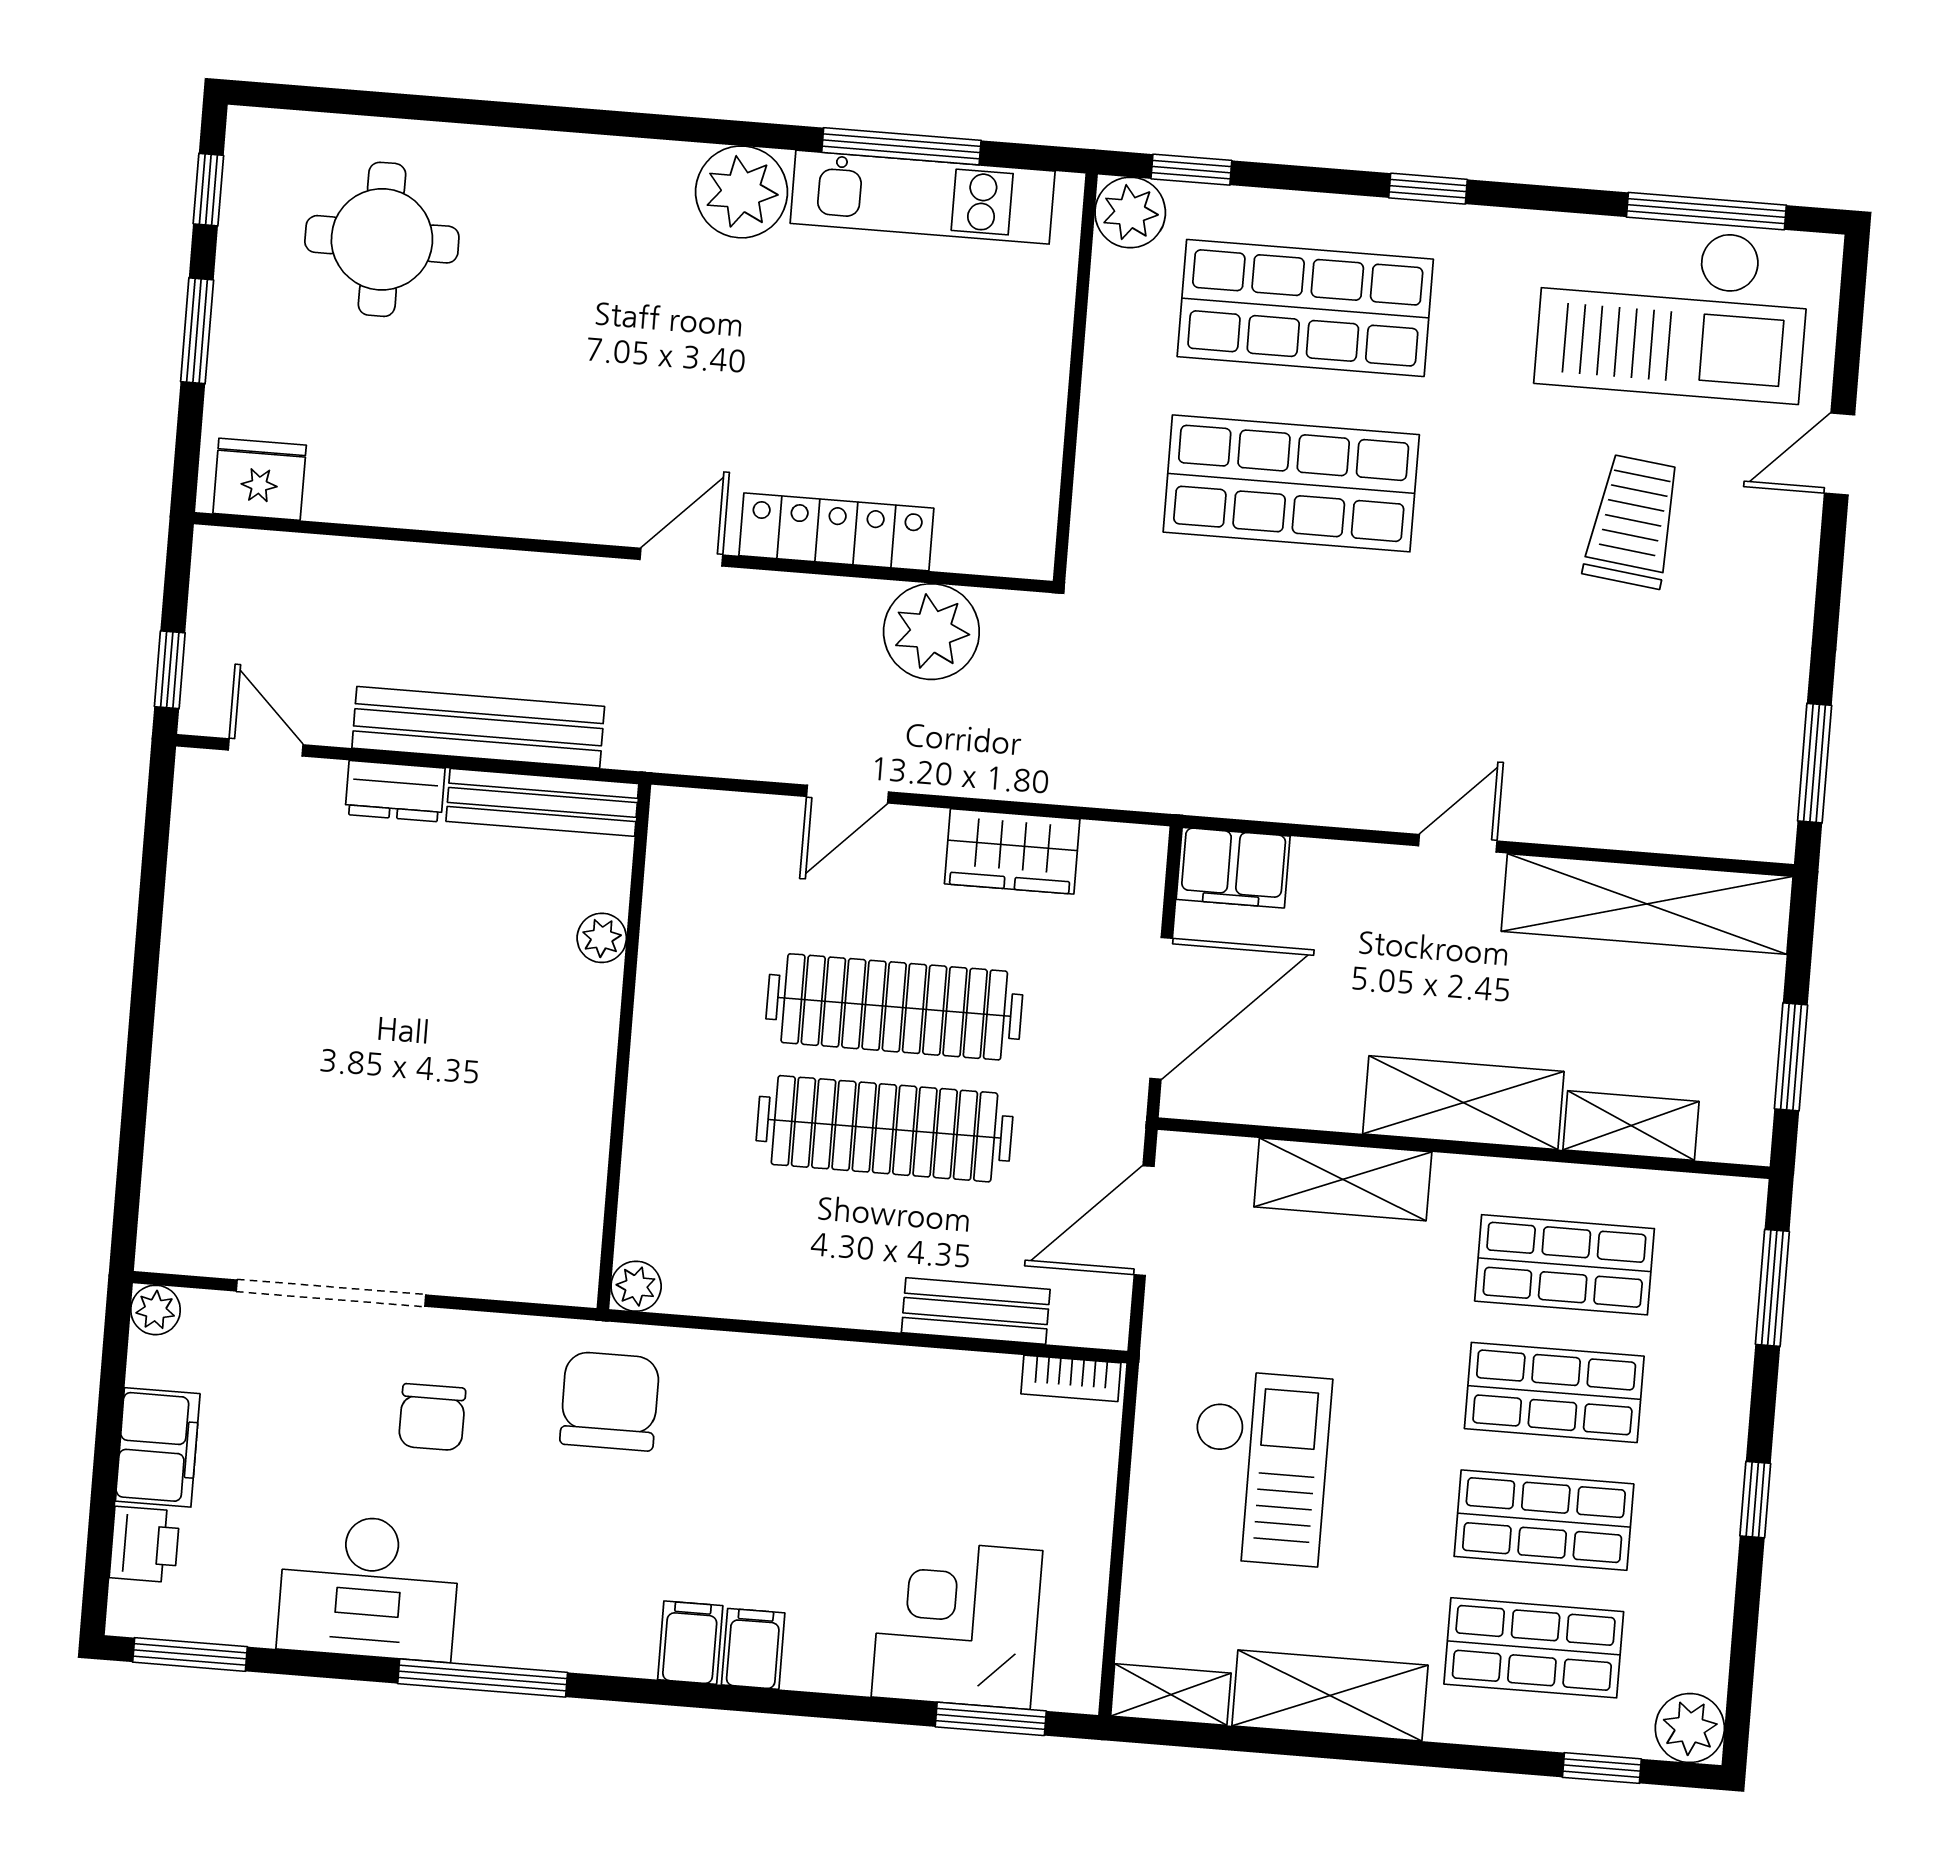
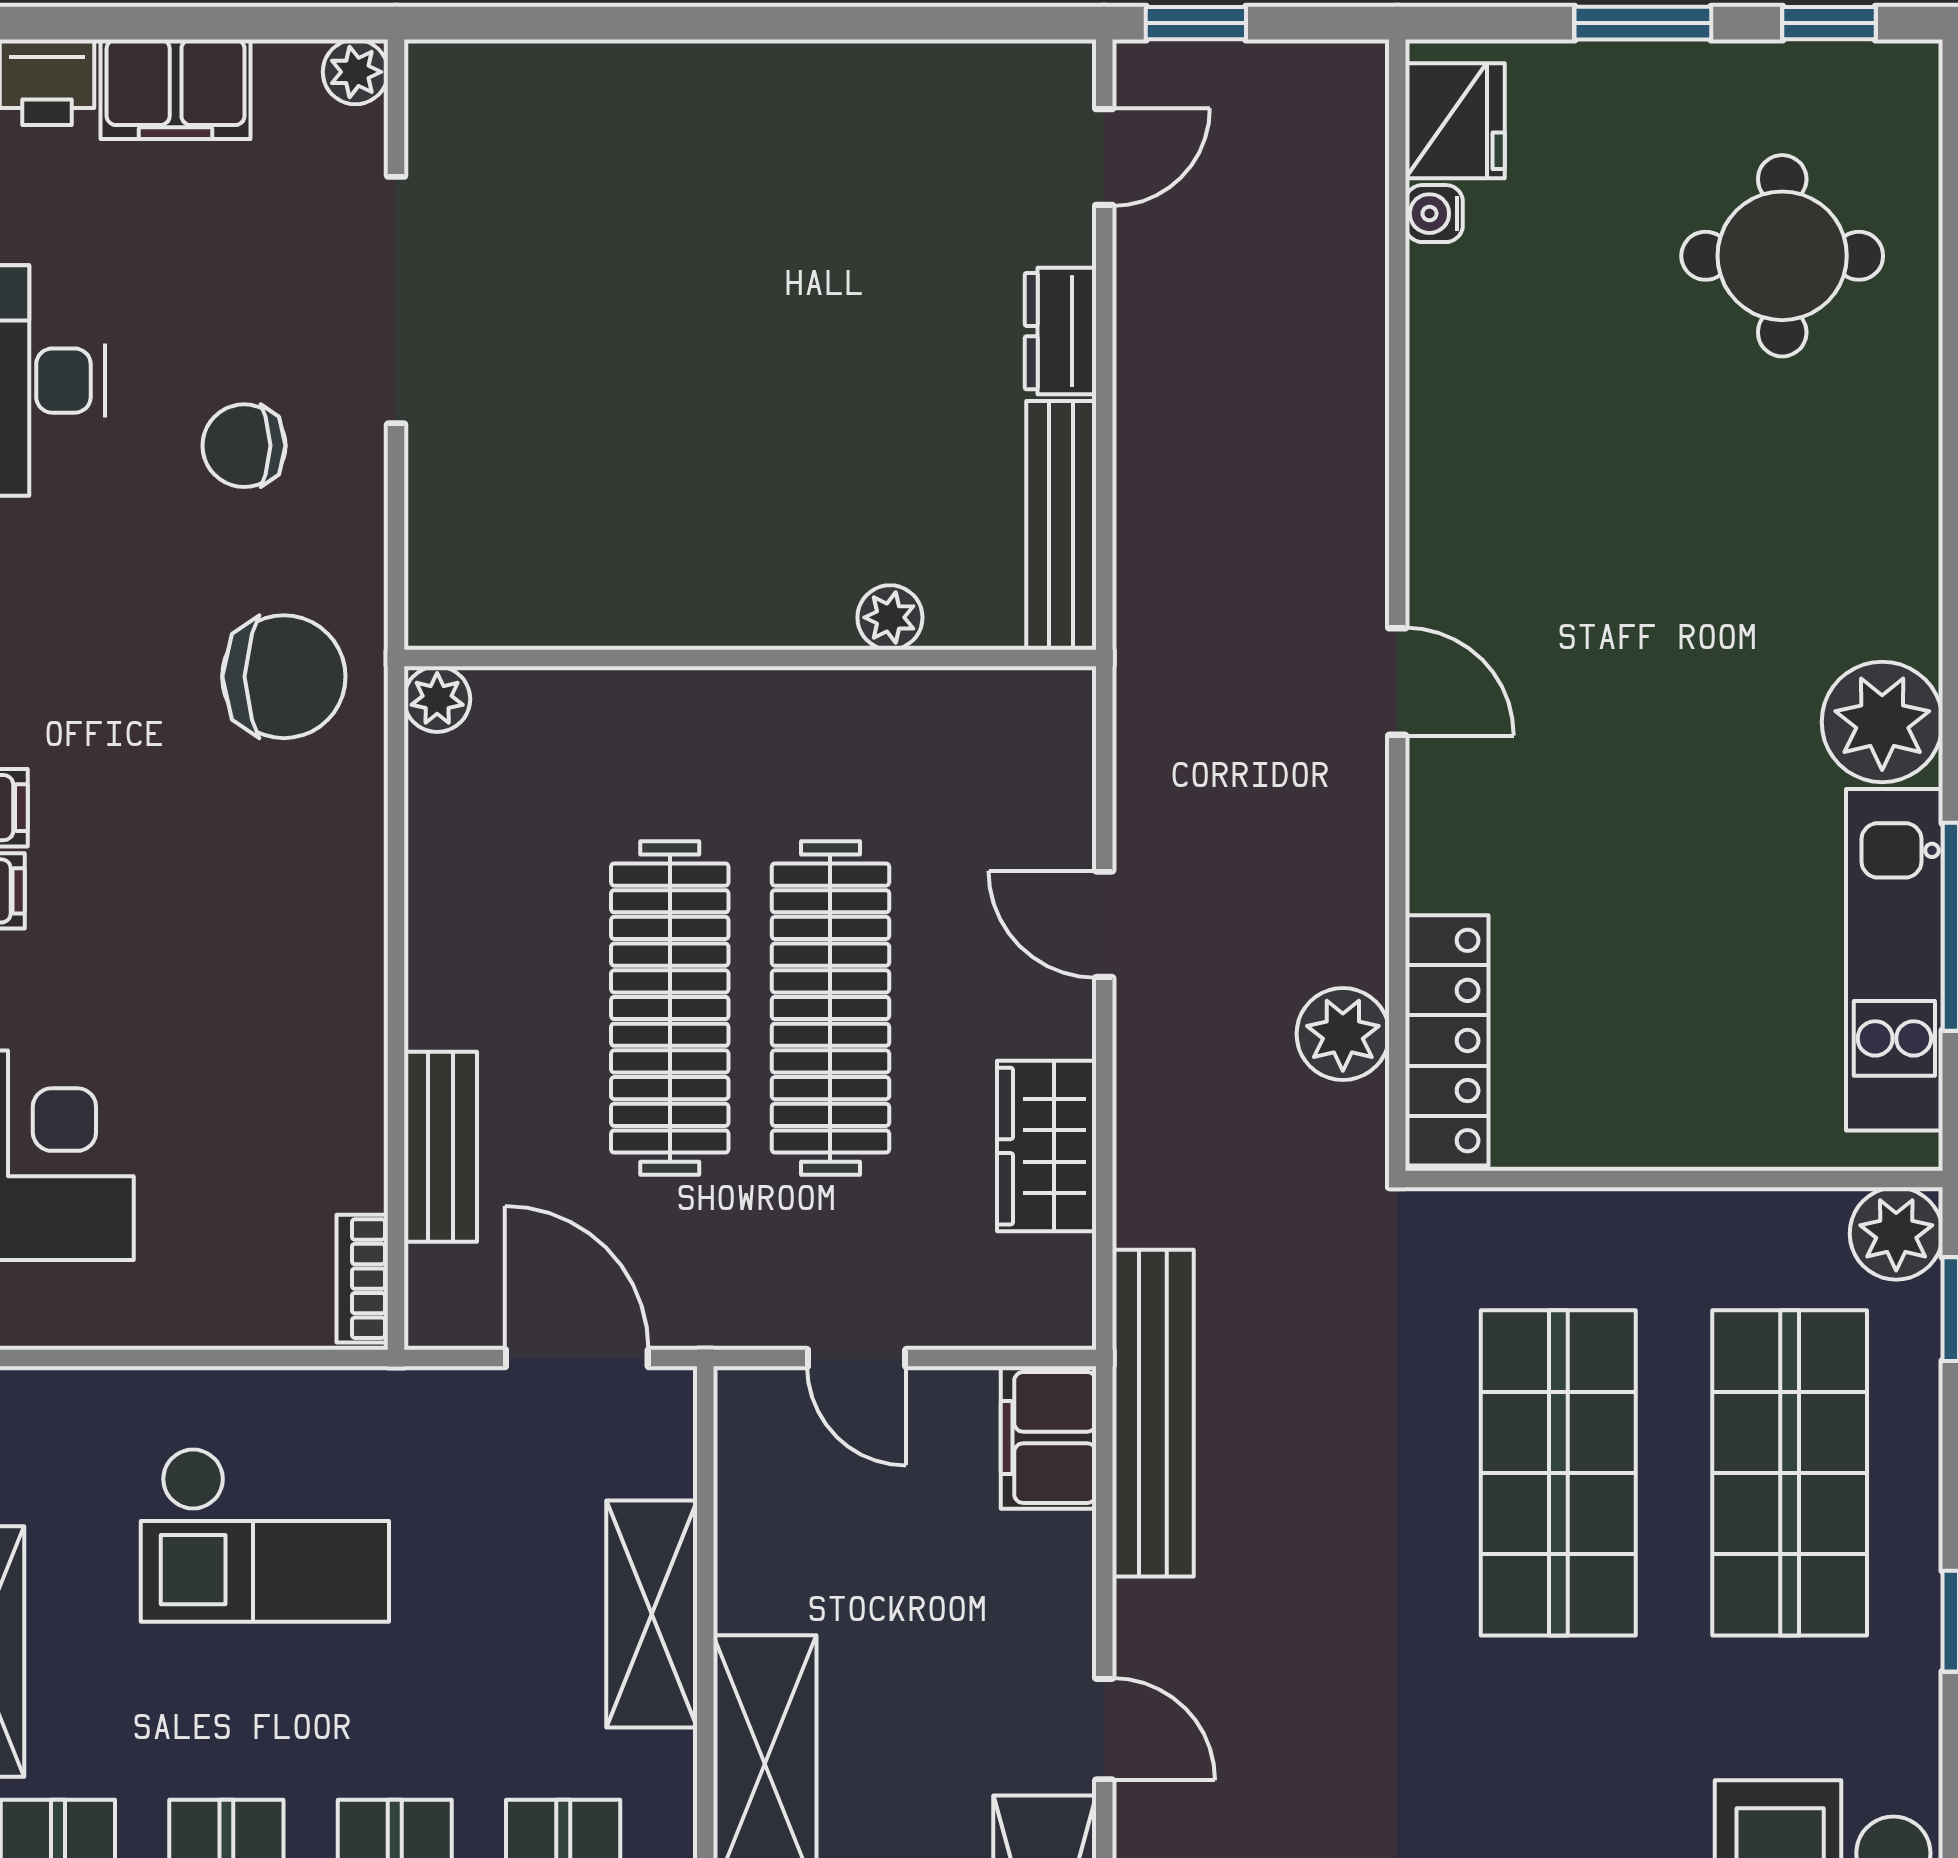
water cooler: (329, 501) -> (1434, 214), added
locker: (836, 532) -> (1447, 1040), moved
plant: (931, 632) -> (1343, 1034), width x0.73, depth x0.73
bench: (478, 727) -> (1153, 1413), moved
door: (1161, 1008) -> (857, 1358), width x0.53

